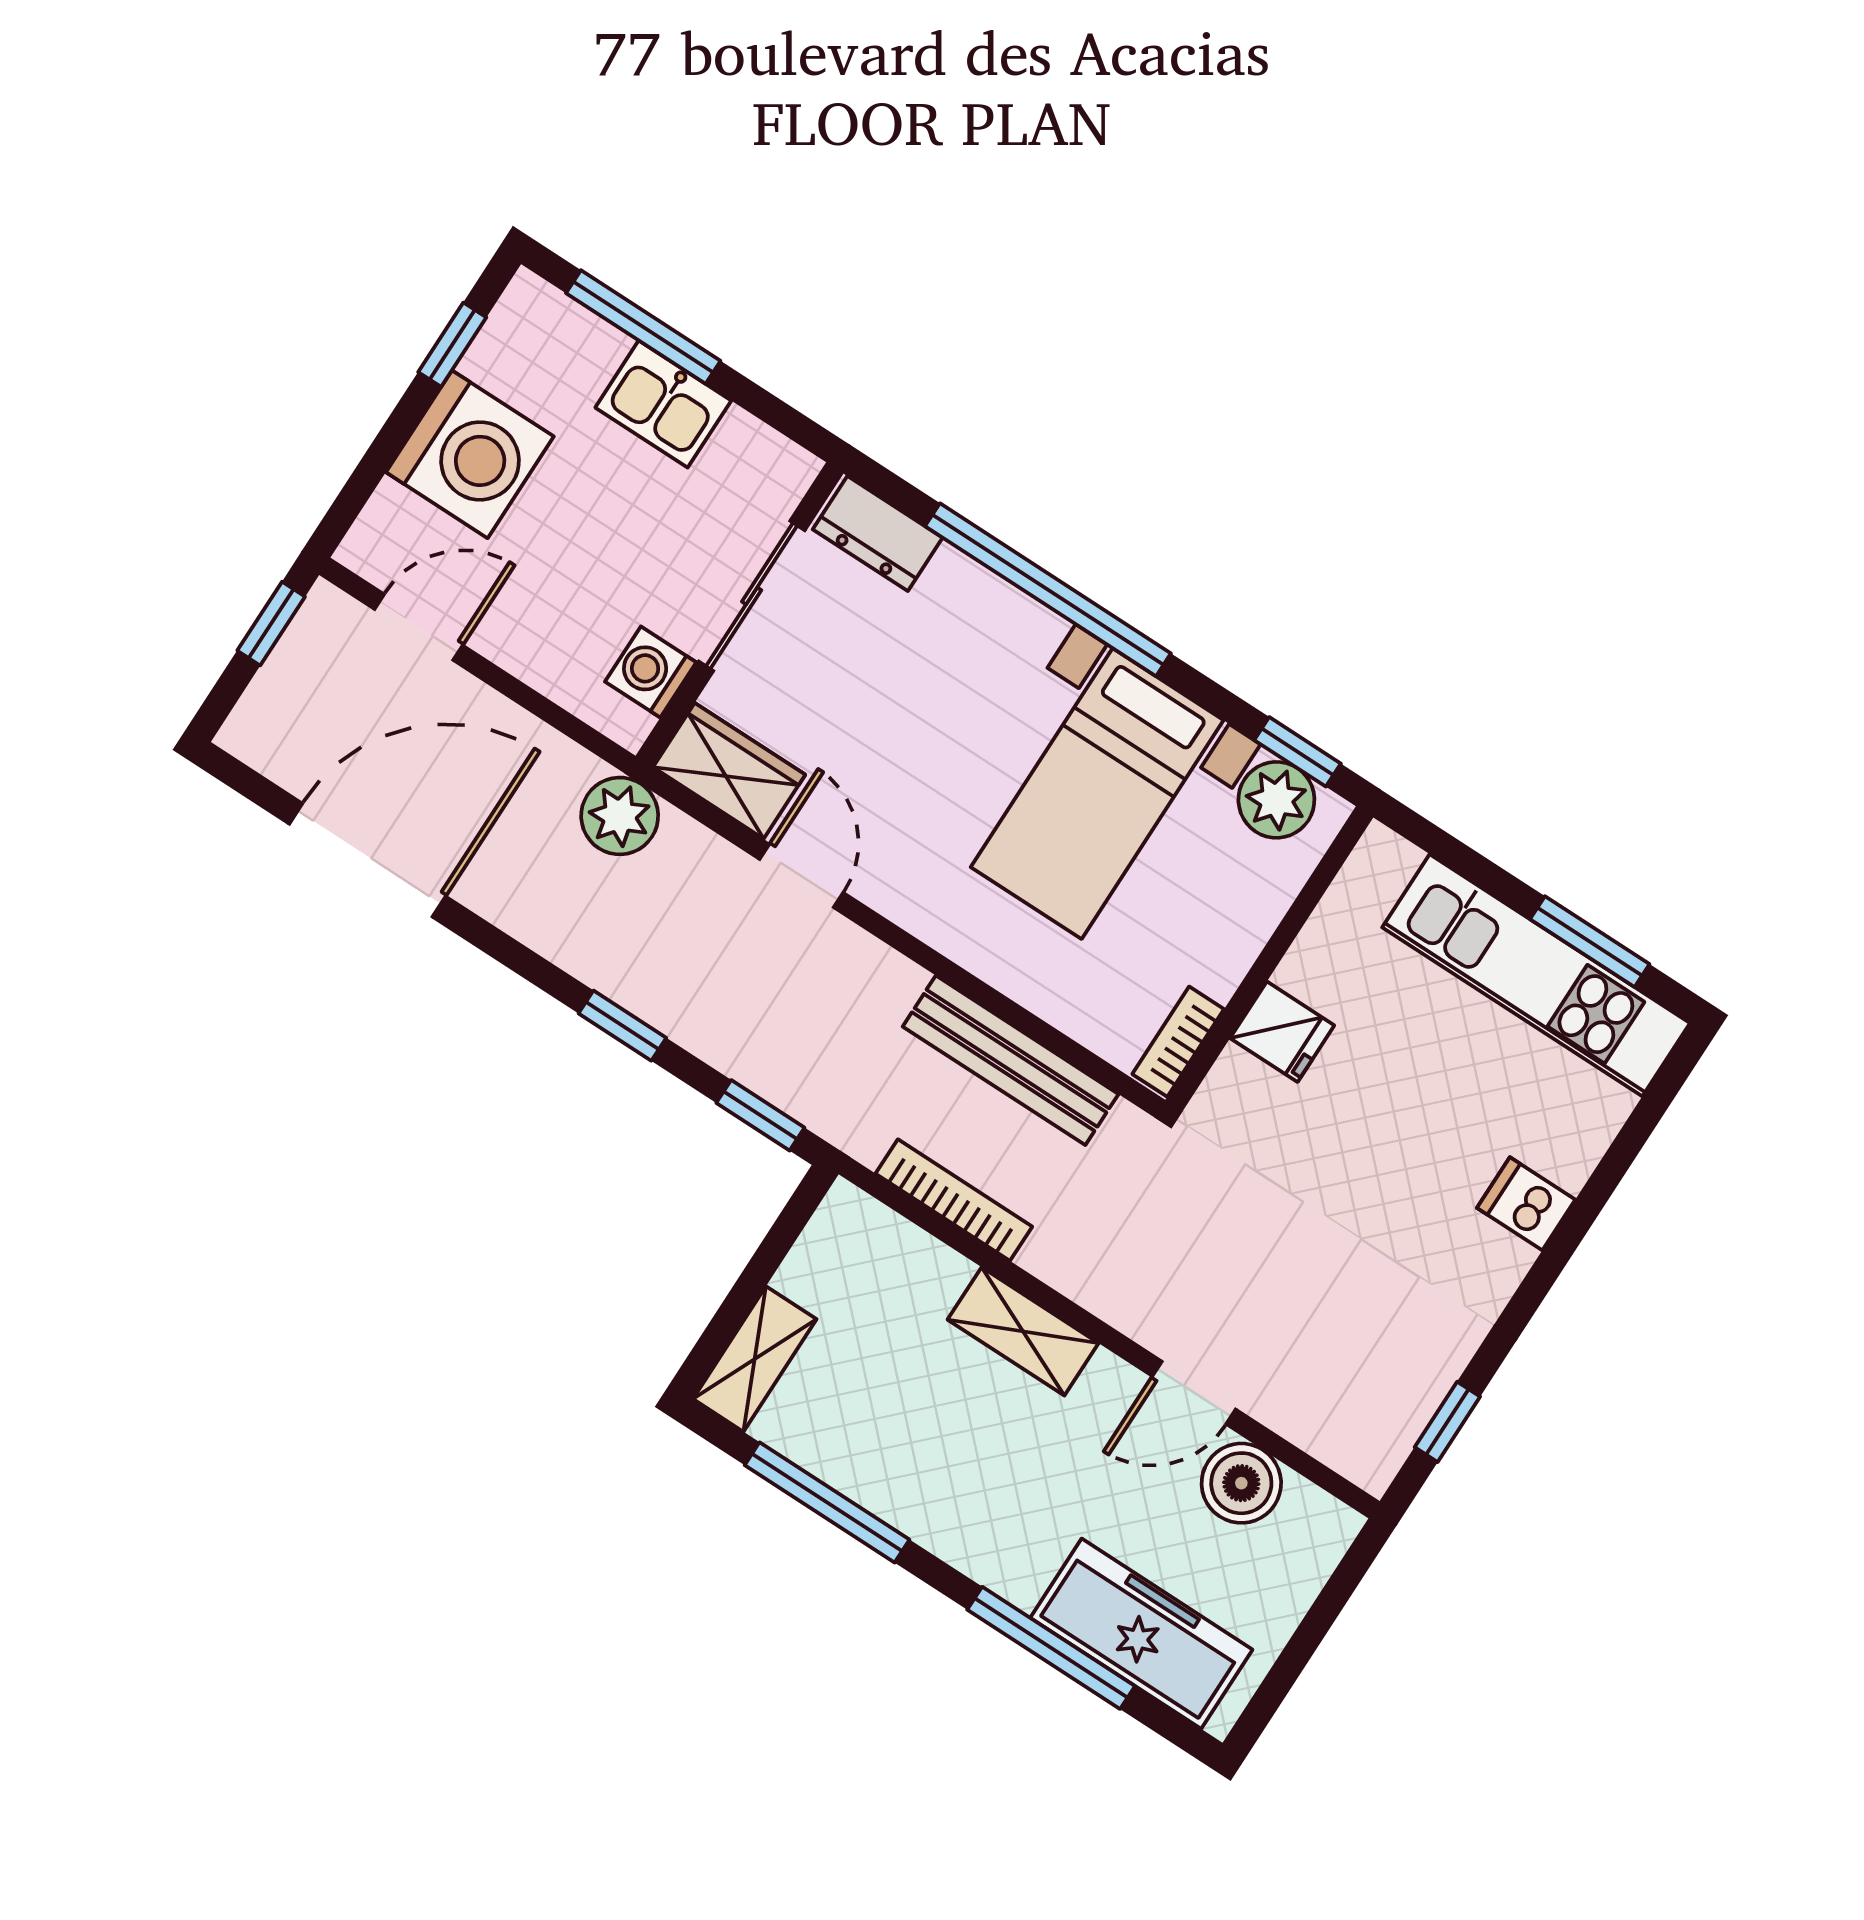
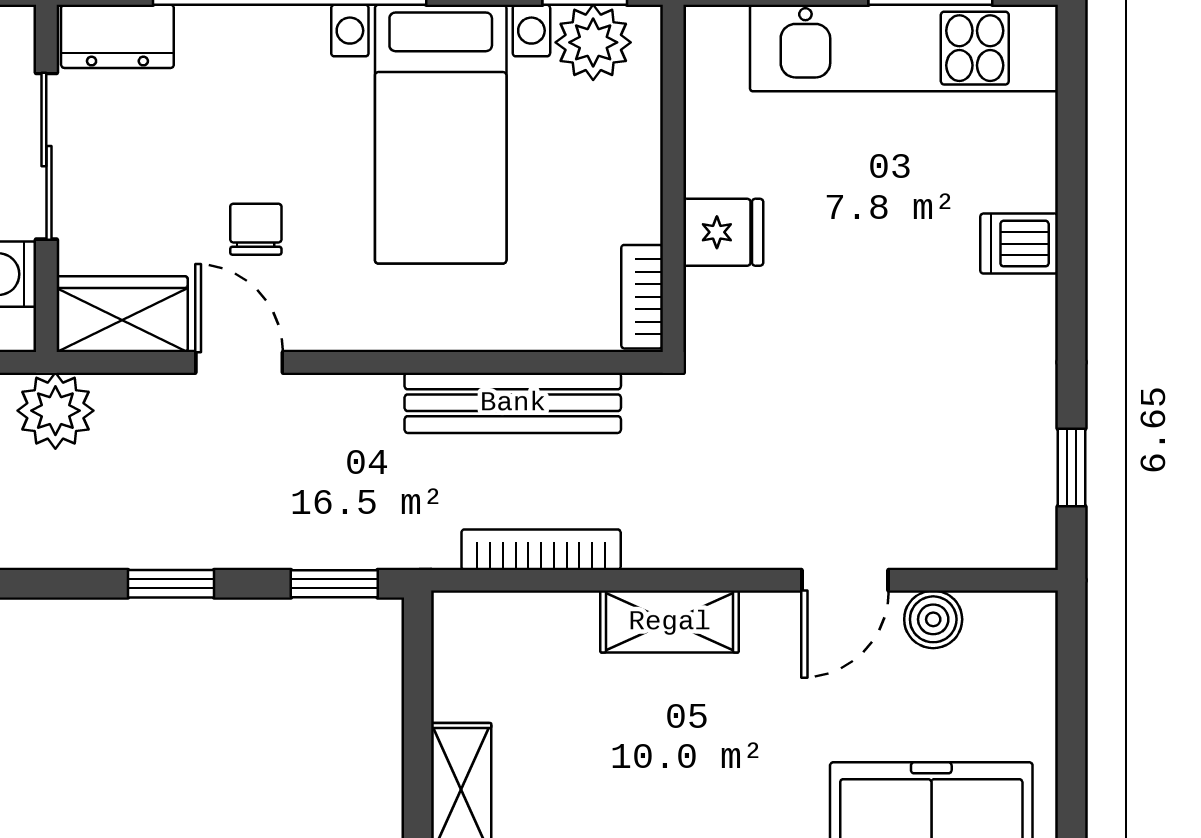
chair: (889, 773) -> (256, 229), added
boiler: (1241, 1483) -> (933, 619), width x0.73, depth x0.73

